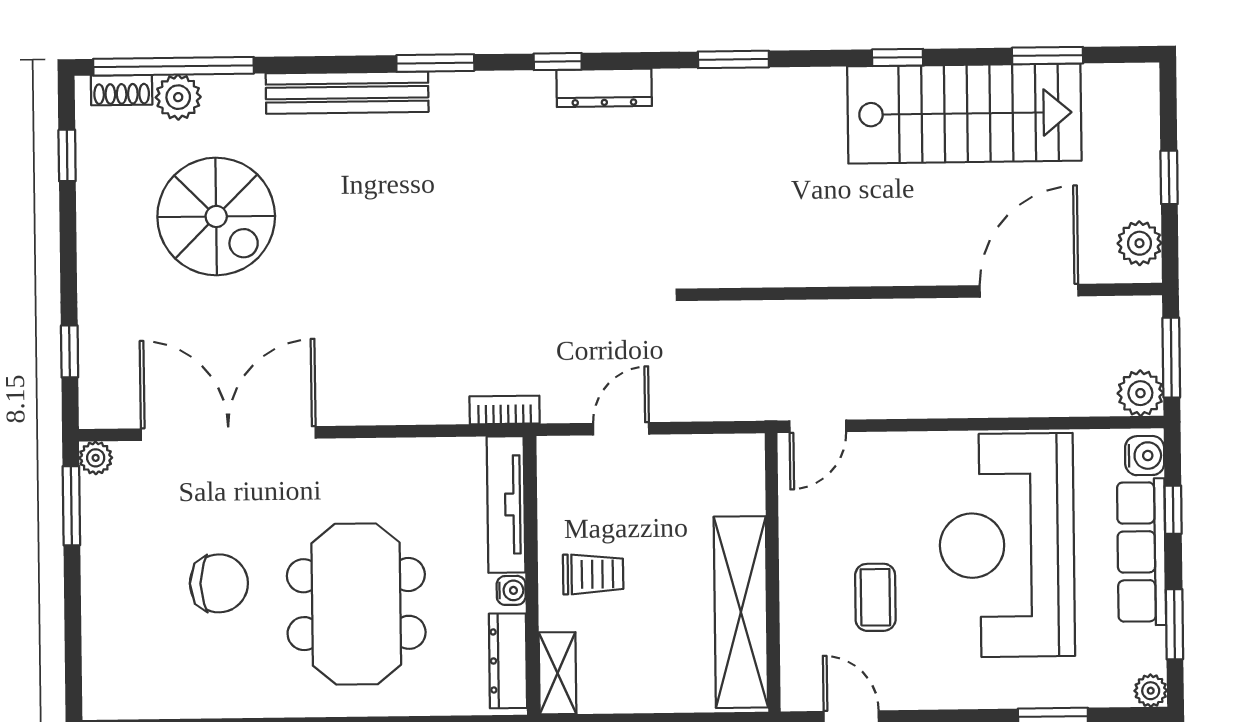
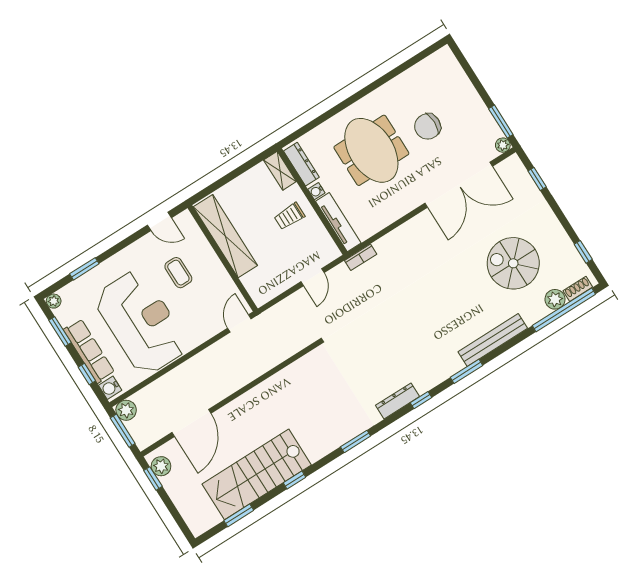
window: (1169, 177) -> (153, 478), moved

